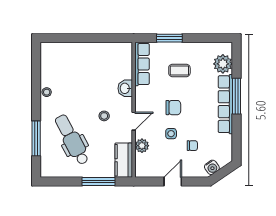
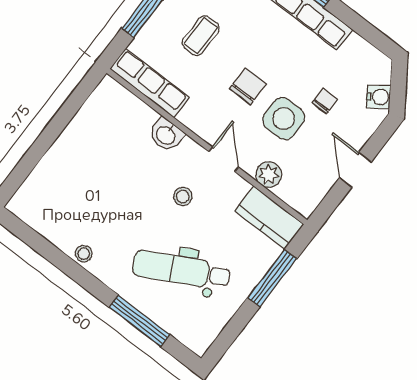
side table: (171, 134) -> (284, 119), width x1.87, depth x1.87

